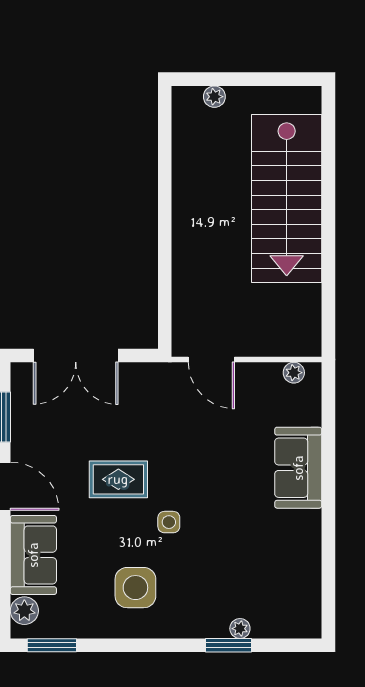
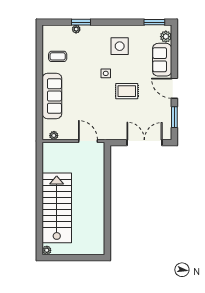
plant: (214, 97) -> (47, 250), moved
sofa: (298, 468) -> (52, 96), width x1.36
coffee table: (284, 563) -> (58, 56), added

